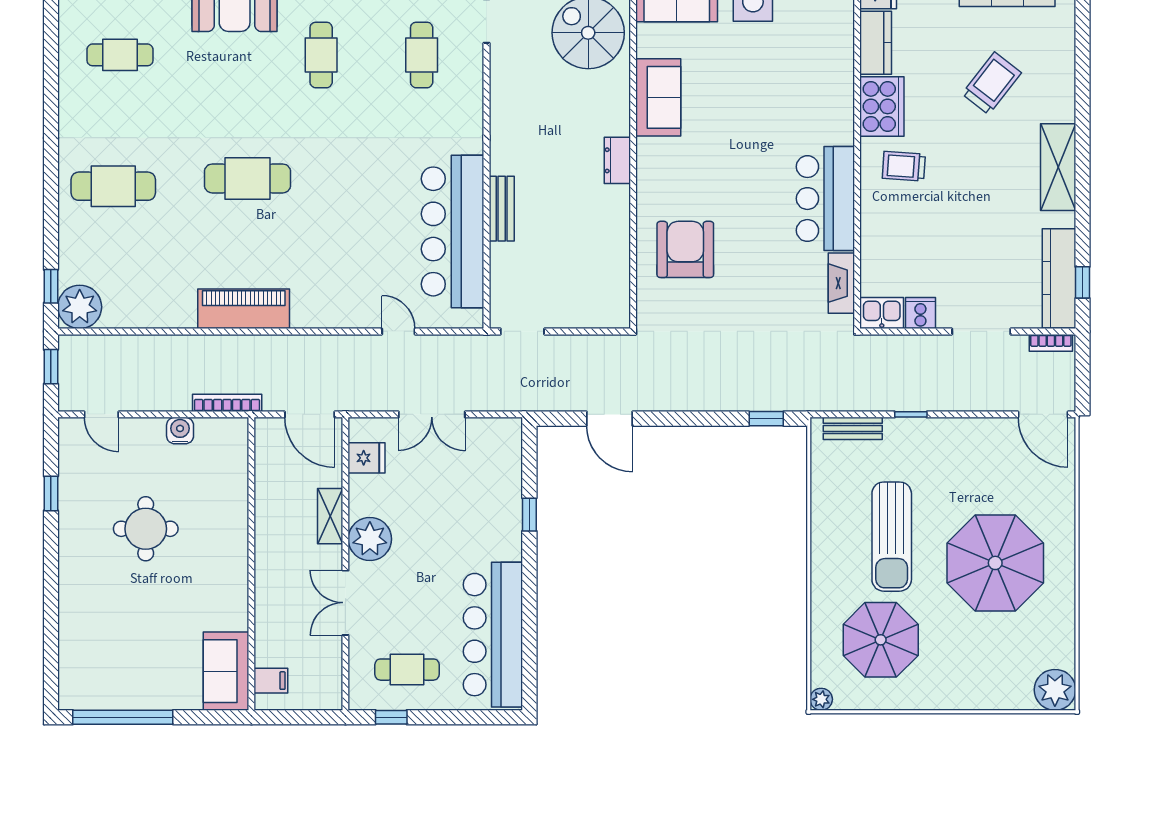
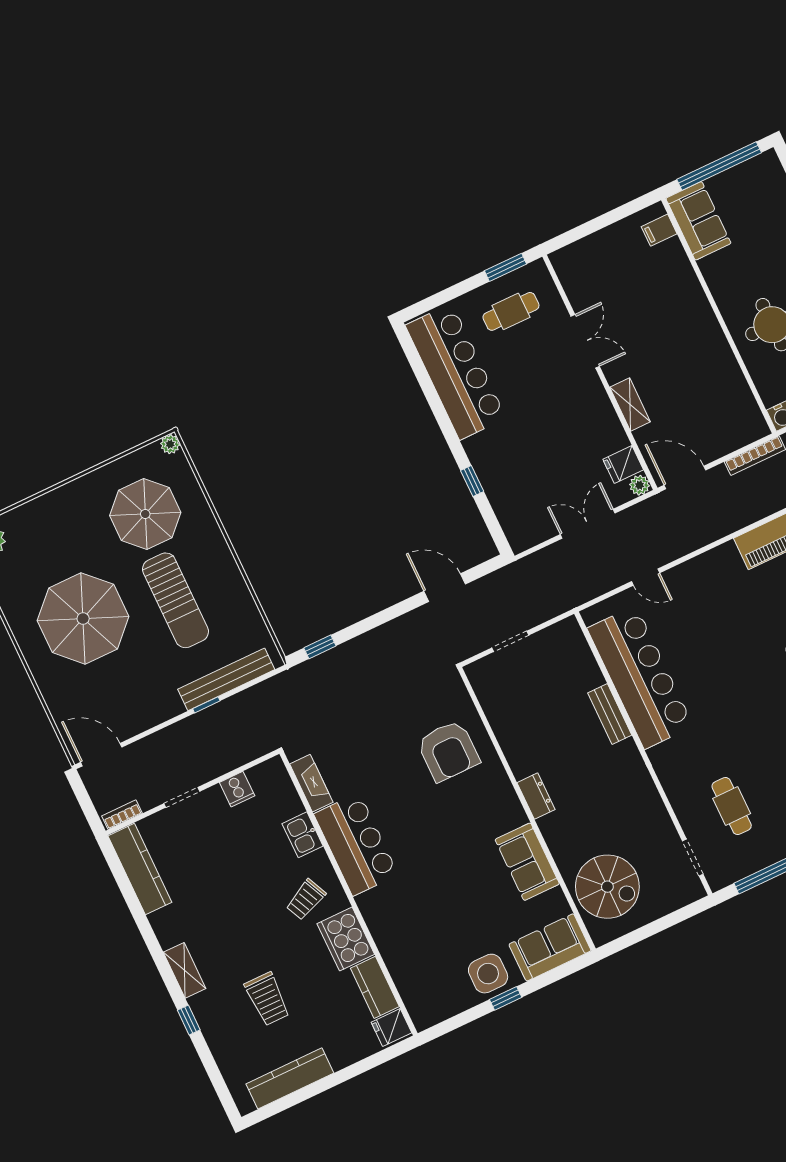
trolley: (992, 83) -> (267, 999), turned -38
trolley: (904, 166) -> (306, 900), turned 151
shelving: (1058, 167) -> (185, 970), width x0.67, depth x0.75
window: (1082, 282) -> (189, 1020), moved
kitchen sink: (882, 313) -> (303, 835), moved, turned 90
doorway: (522, 331) -> (510, 641), moved
doorway: (981, 331) -> (182, 797), width x0.73
bench: (853, 428) -> (226, 679), width x1.86, depth x1.21
sun lounger: (892, 537) -> (176, 600), turned 180
plant: (370, 539) -> (640, 485), moved, width x0.53, depth x0.53
wall: (251, 564) -> (719, 316), moved
sofa: (226, 671) -> (698, 221), moved
filing cabinet: (271, 681) -> (659, 230), moved
window: (391, 717) -> (506, 267), width x1.50

